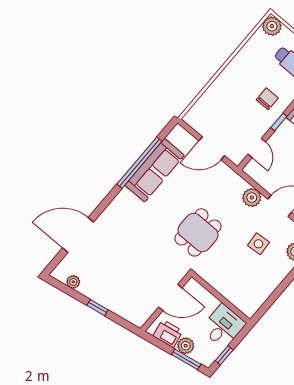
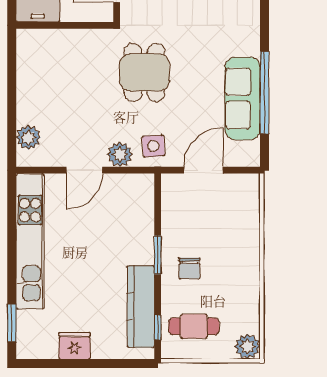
window: (279, 122) -> (158, 255), width x1.50
door: (257, 148) -> (158, 209), removed
side table: (258, 244) -> (153, 146), moved

